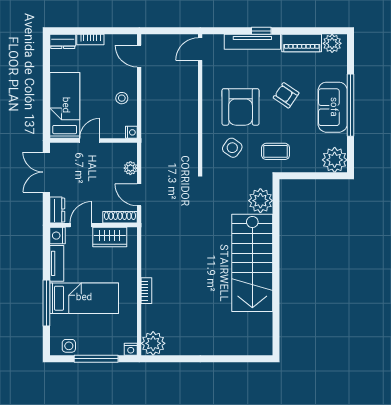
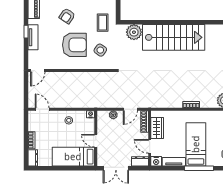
tv unit: (252, 42) -> (33, 37), width x0.71
door: (200, 49) -> (38, 71), hinge flipped
door: (139, 56) -> (42, 109), swing flipped

